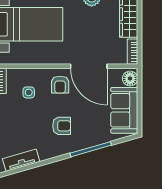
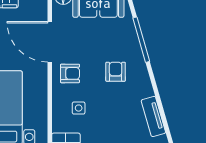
door: (89, 66) -> (50, 42), swing flipped

